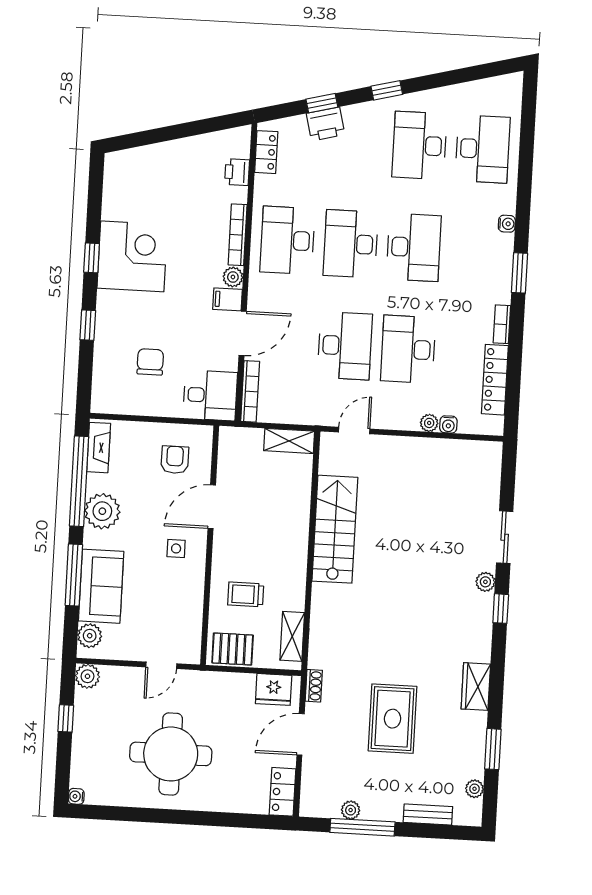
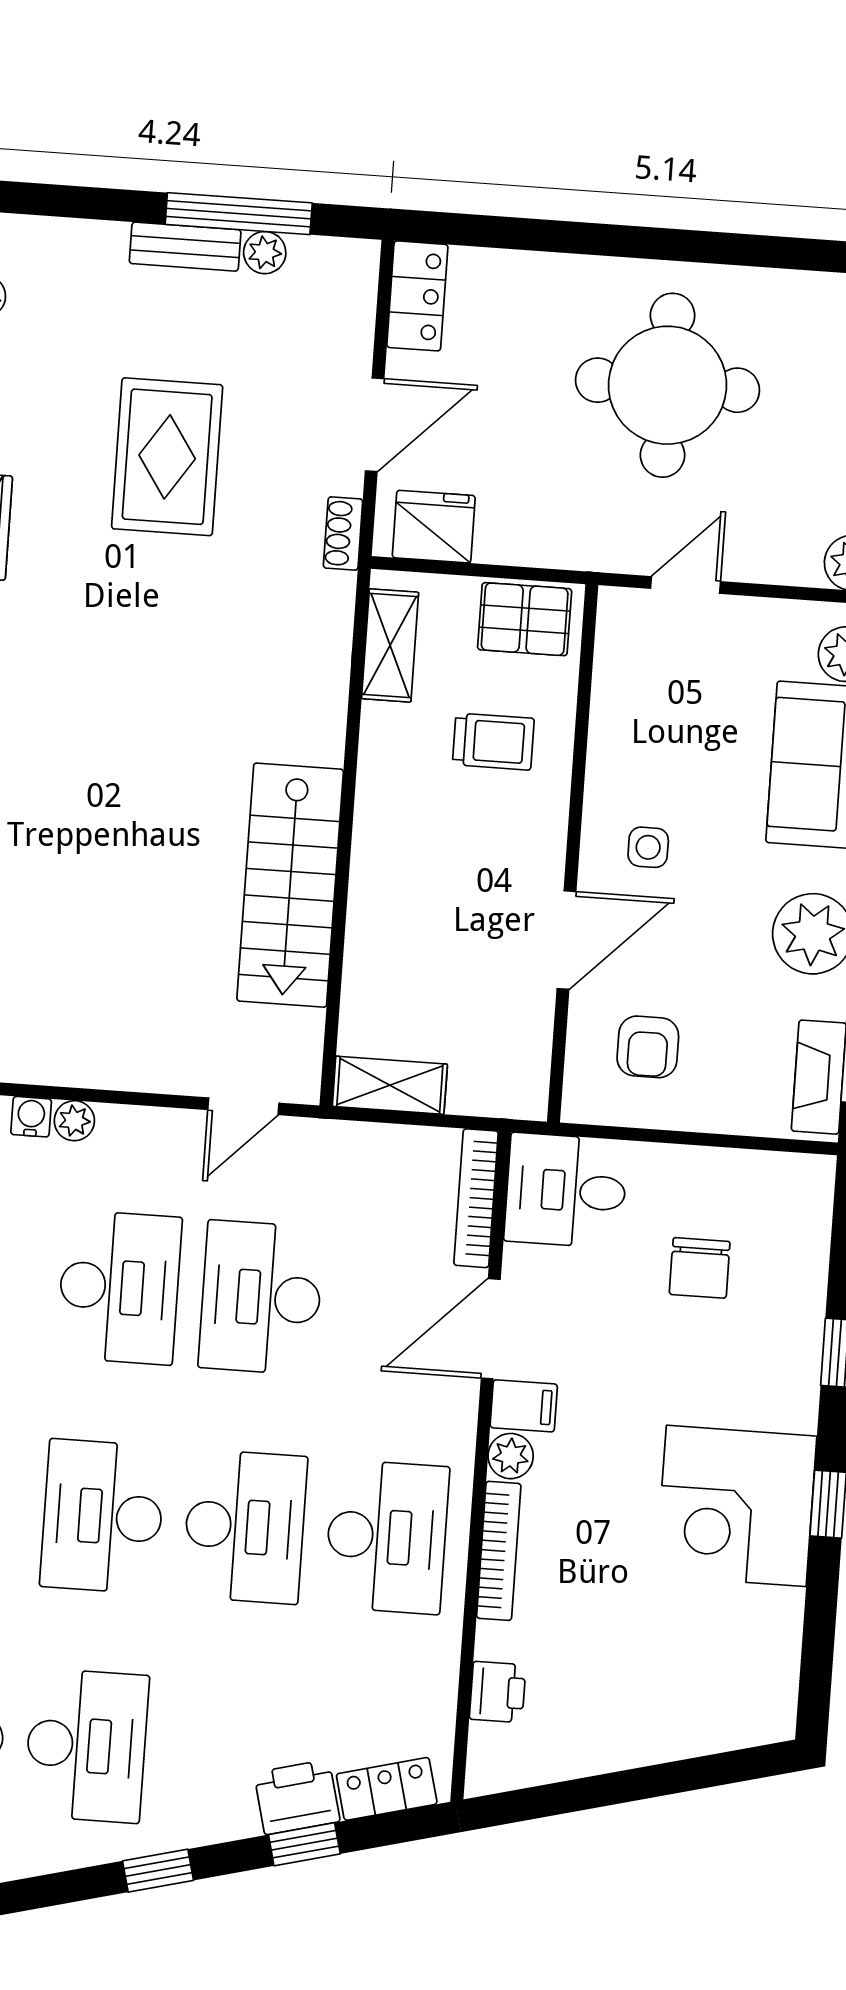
locker: (266, 152) -> (387, 1789), moved, turned 76
bench: (428, 814) -> (185, 247), moved

